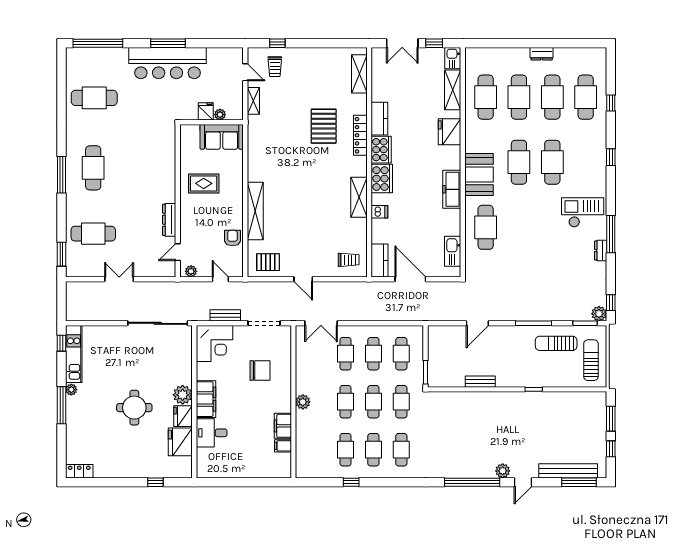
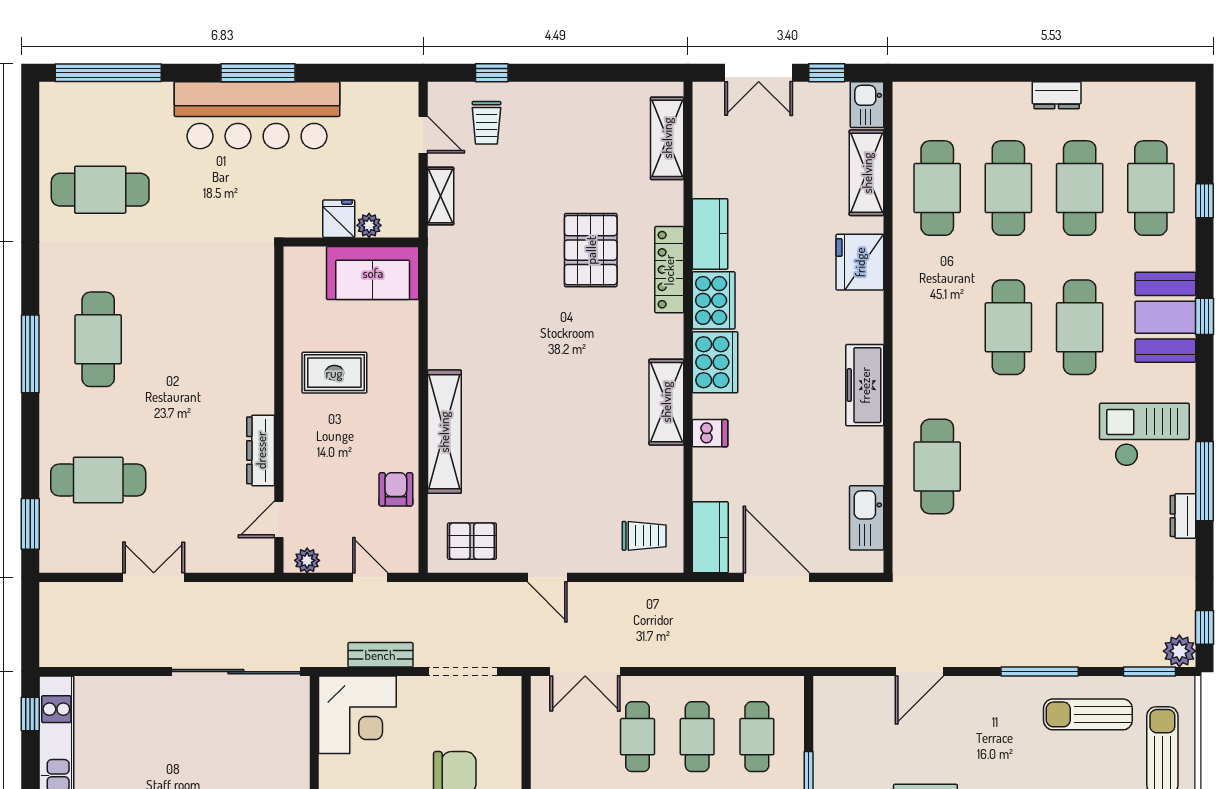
booth: (479, 174) -> (1165, 317), moved

